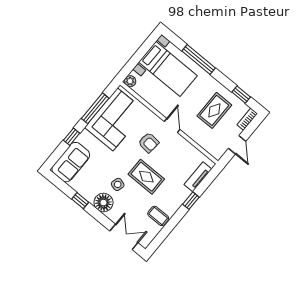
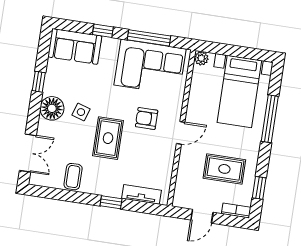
armchair: (149, 143) -> (147, 118), turned 85

